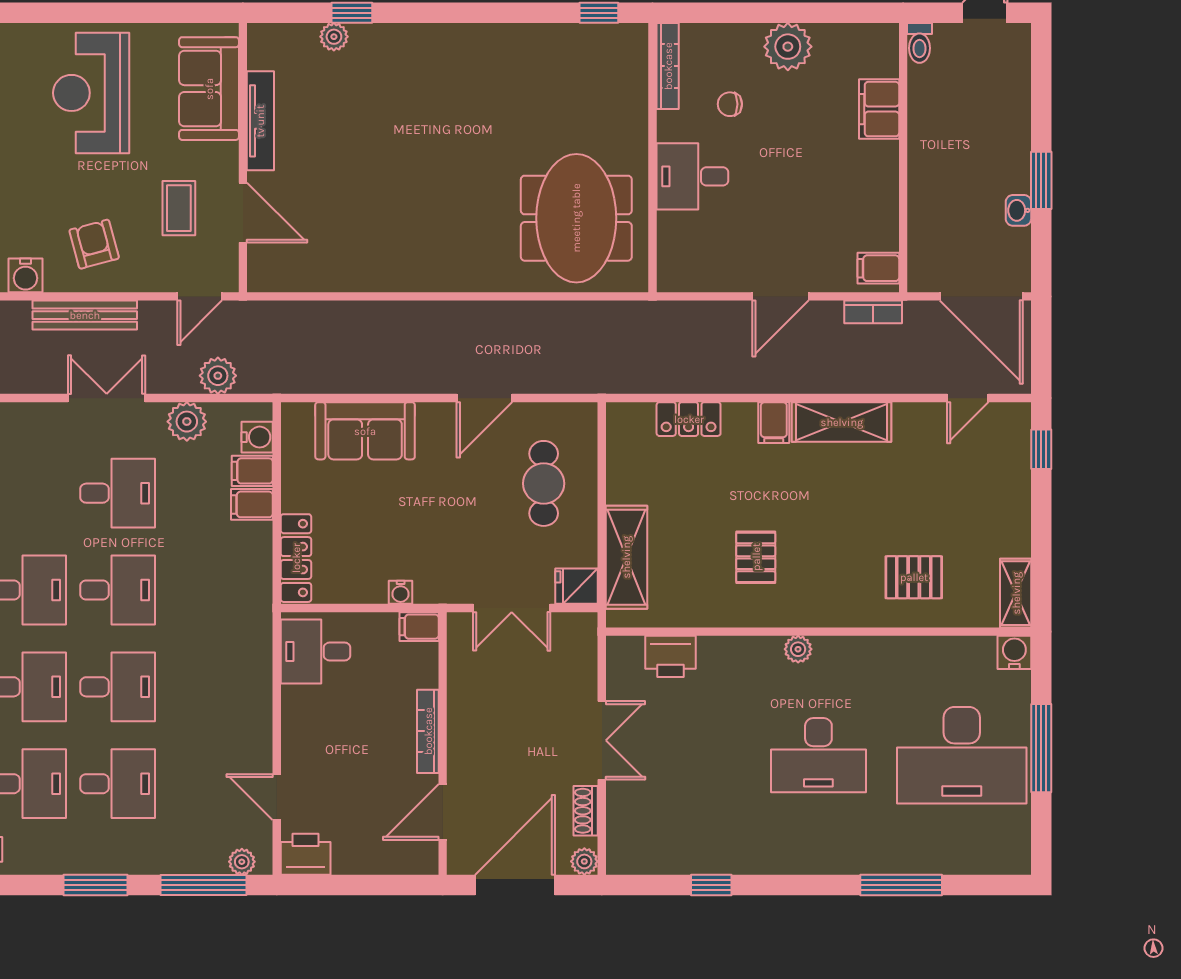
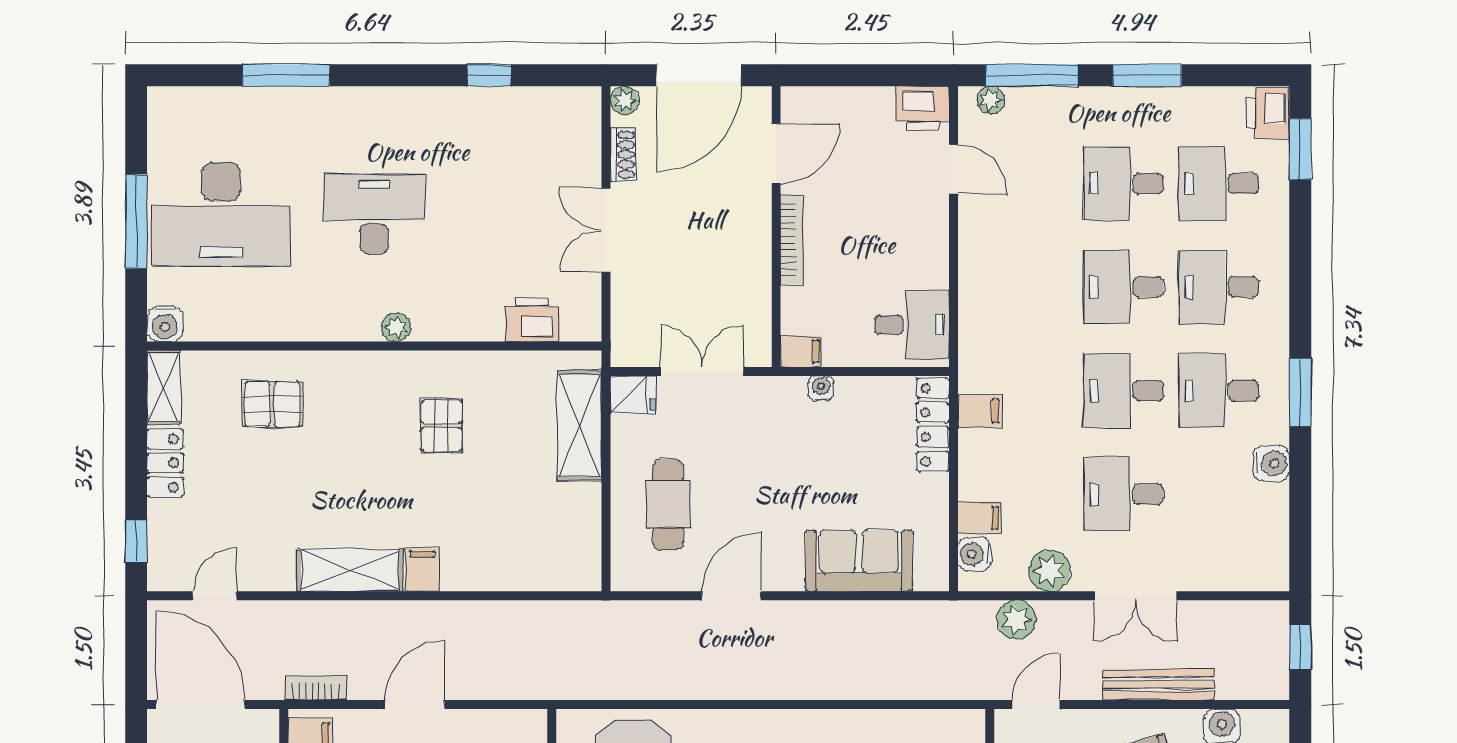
locker: (689, 419) -> (165, 463), moved, turned 90
filing cabinet: (252, 504) -> (980, 411), moved
desk: (962, 755) -> (221, 214), turned 180

